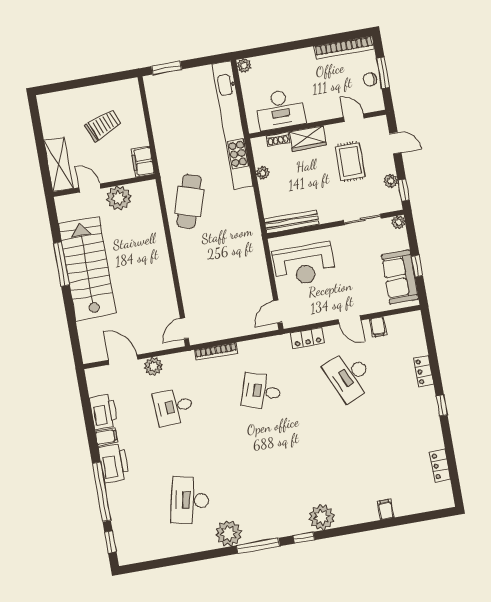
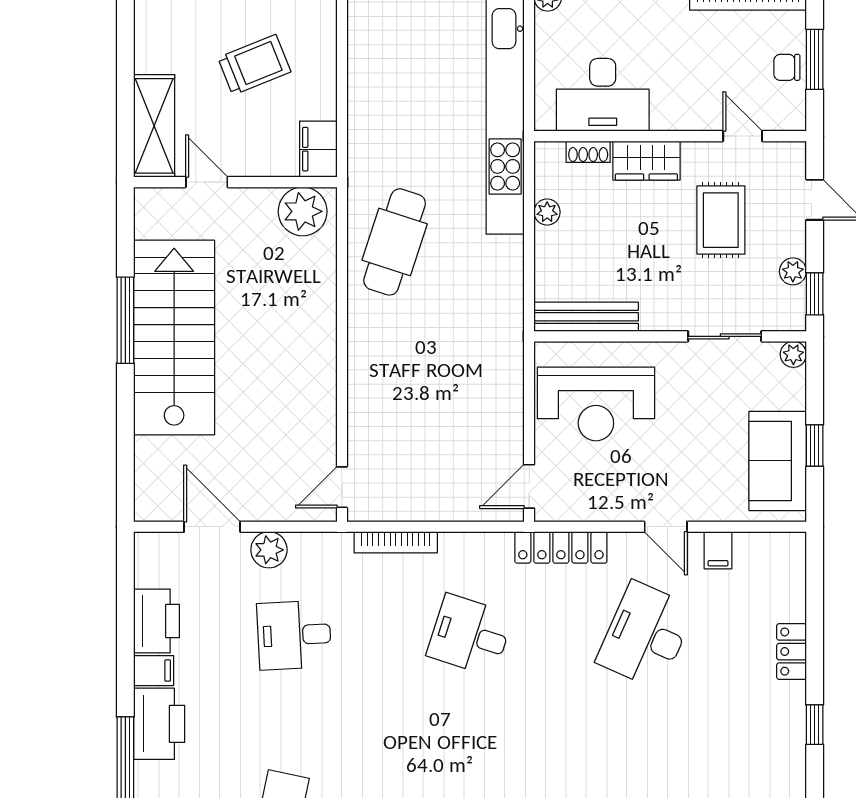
plant: (119, 198) -> (303, 211), moved
locker: (307, 338) -> (561, 547), width x1.53
desk: (349, 376) -> (646, 635), turned 48

